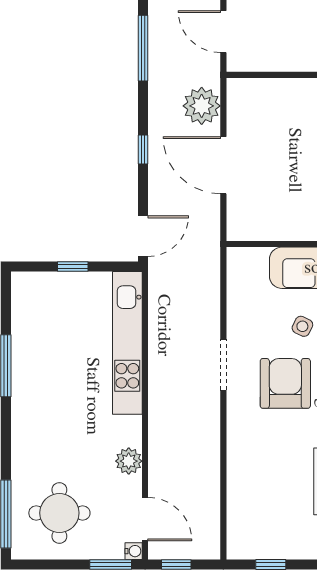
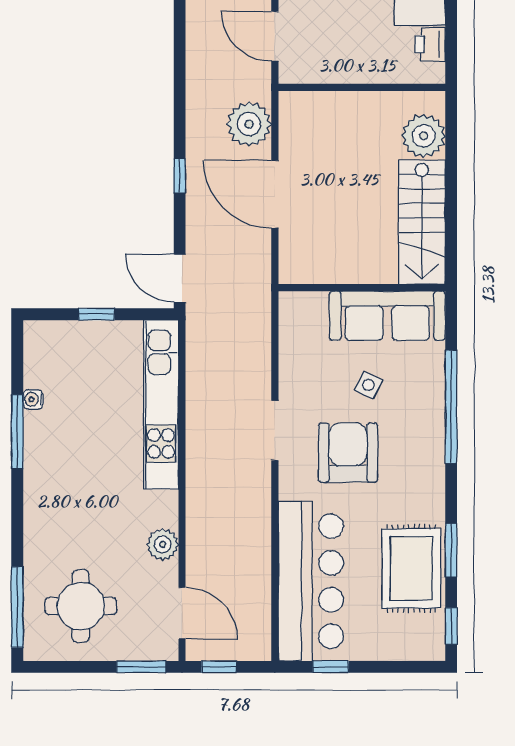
window: (143, 48) -> (180, 56), removed
door: (143, 236) -> (180, 278), swing flipped
bar counter: (254, 492) -> (311, 581), added
water cooler: (134, 551) -> (33, 399), moved, turned 180

